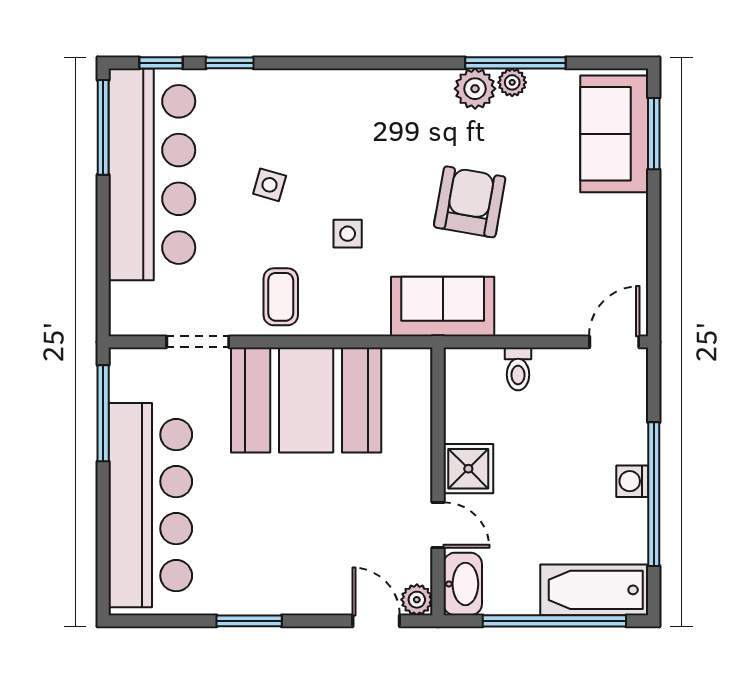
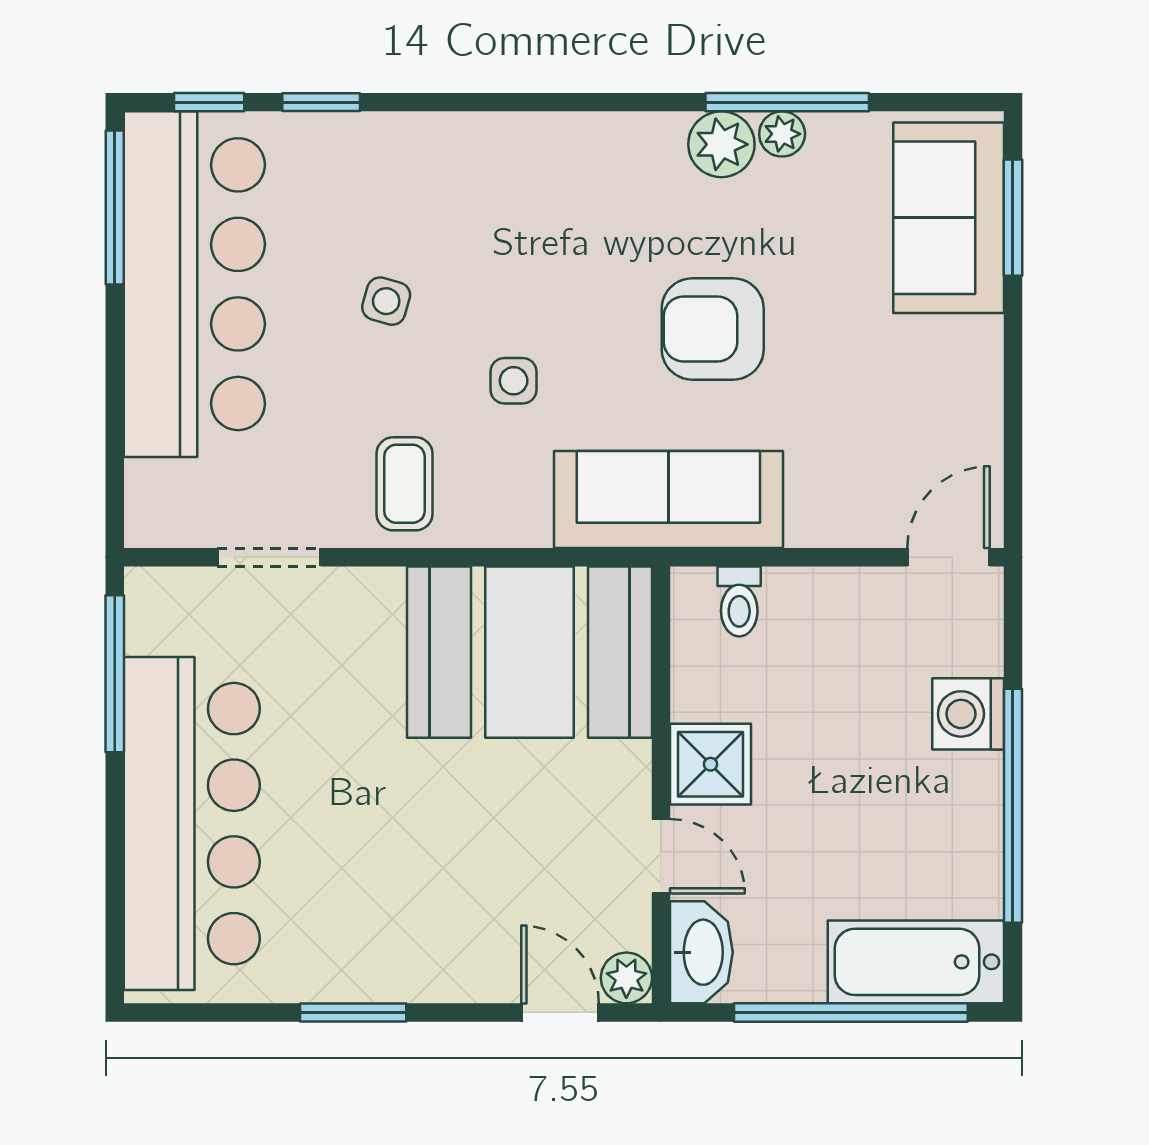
armchair: (470, 202) -> (713, 329), turned -100
sofa: (443, 306) -> (668, 500), width x1.36
toilet: (518, 369) -> (739, 601), moved
booth: (306, 400) -> (530, 652), moved
washing machine: (632, 481) -> (968, 714), moved, width x1.38, depth x1.38

